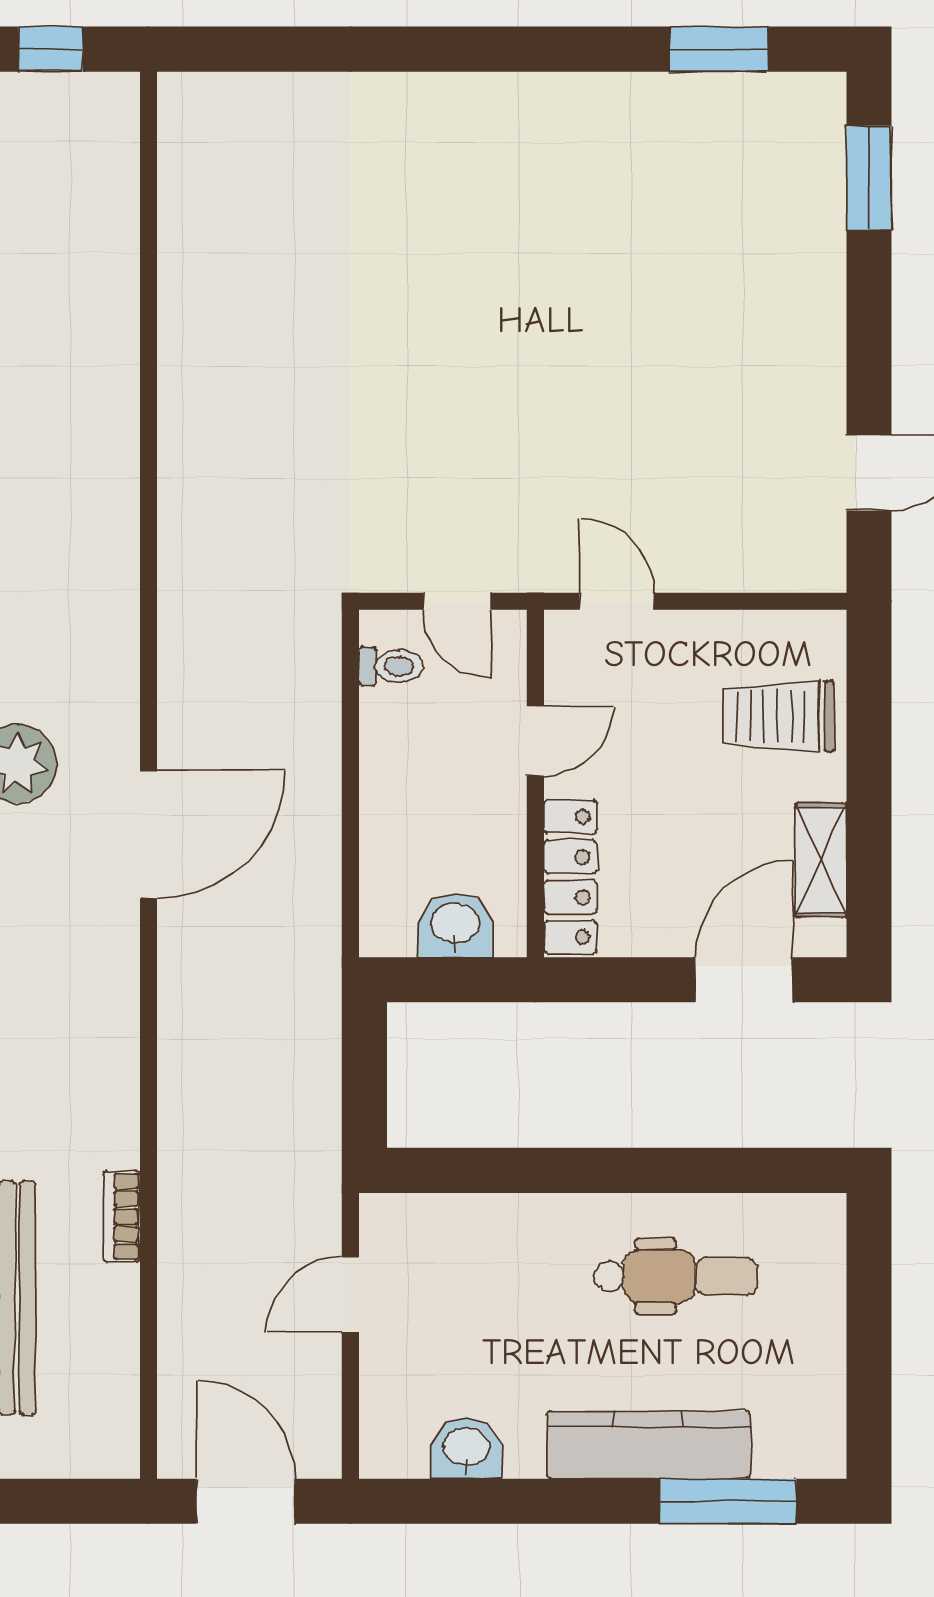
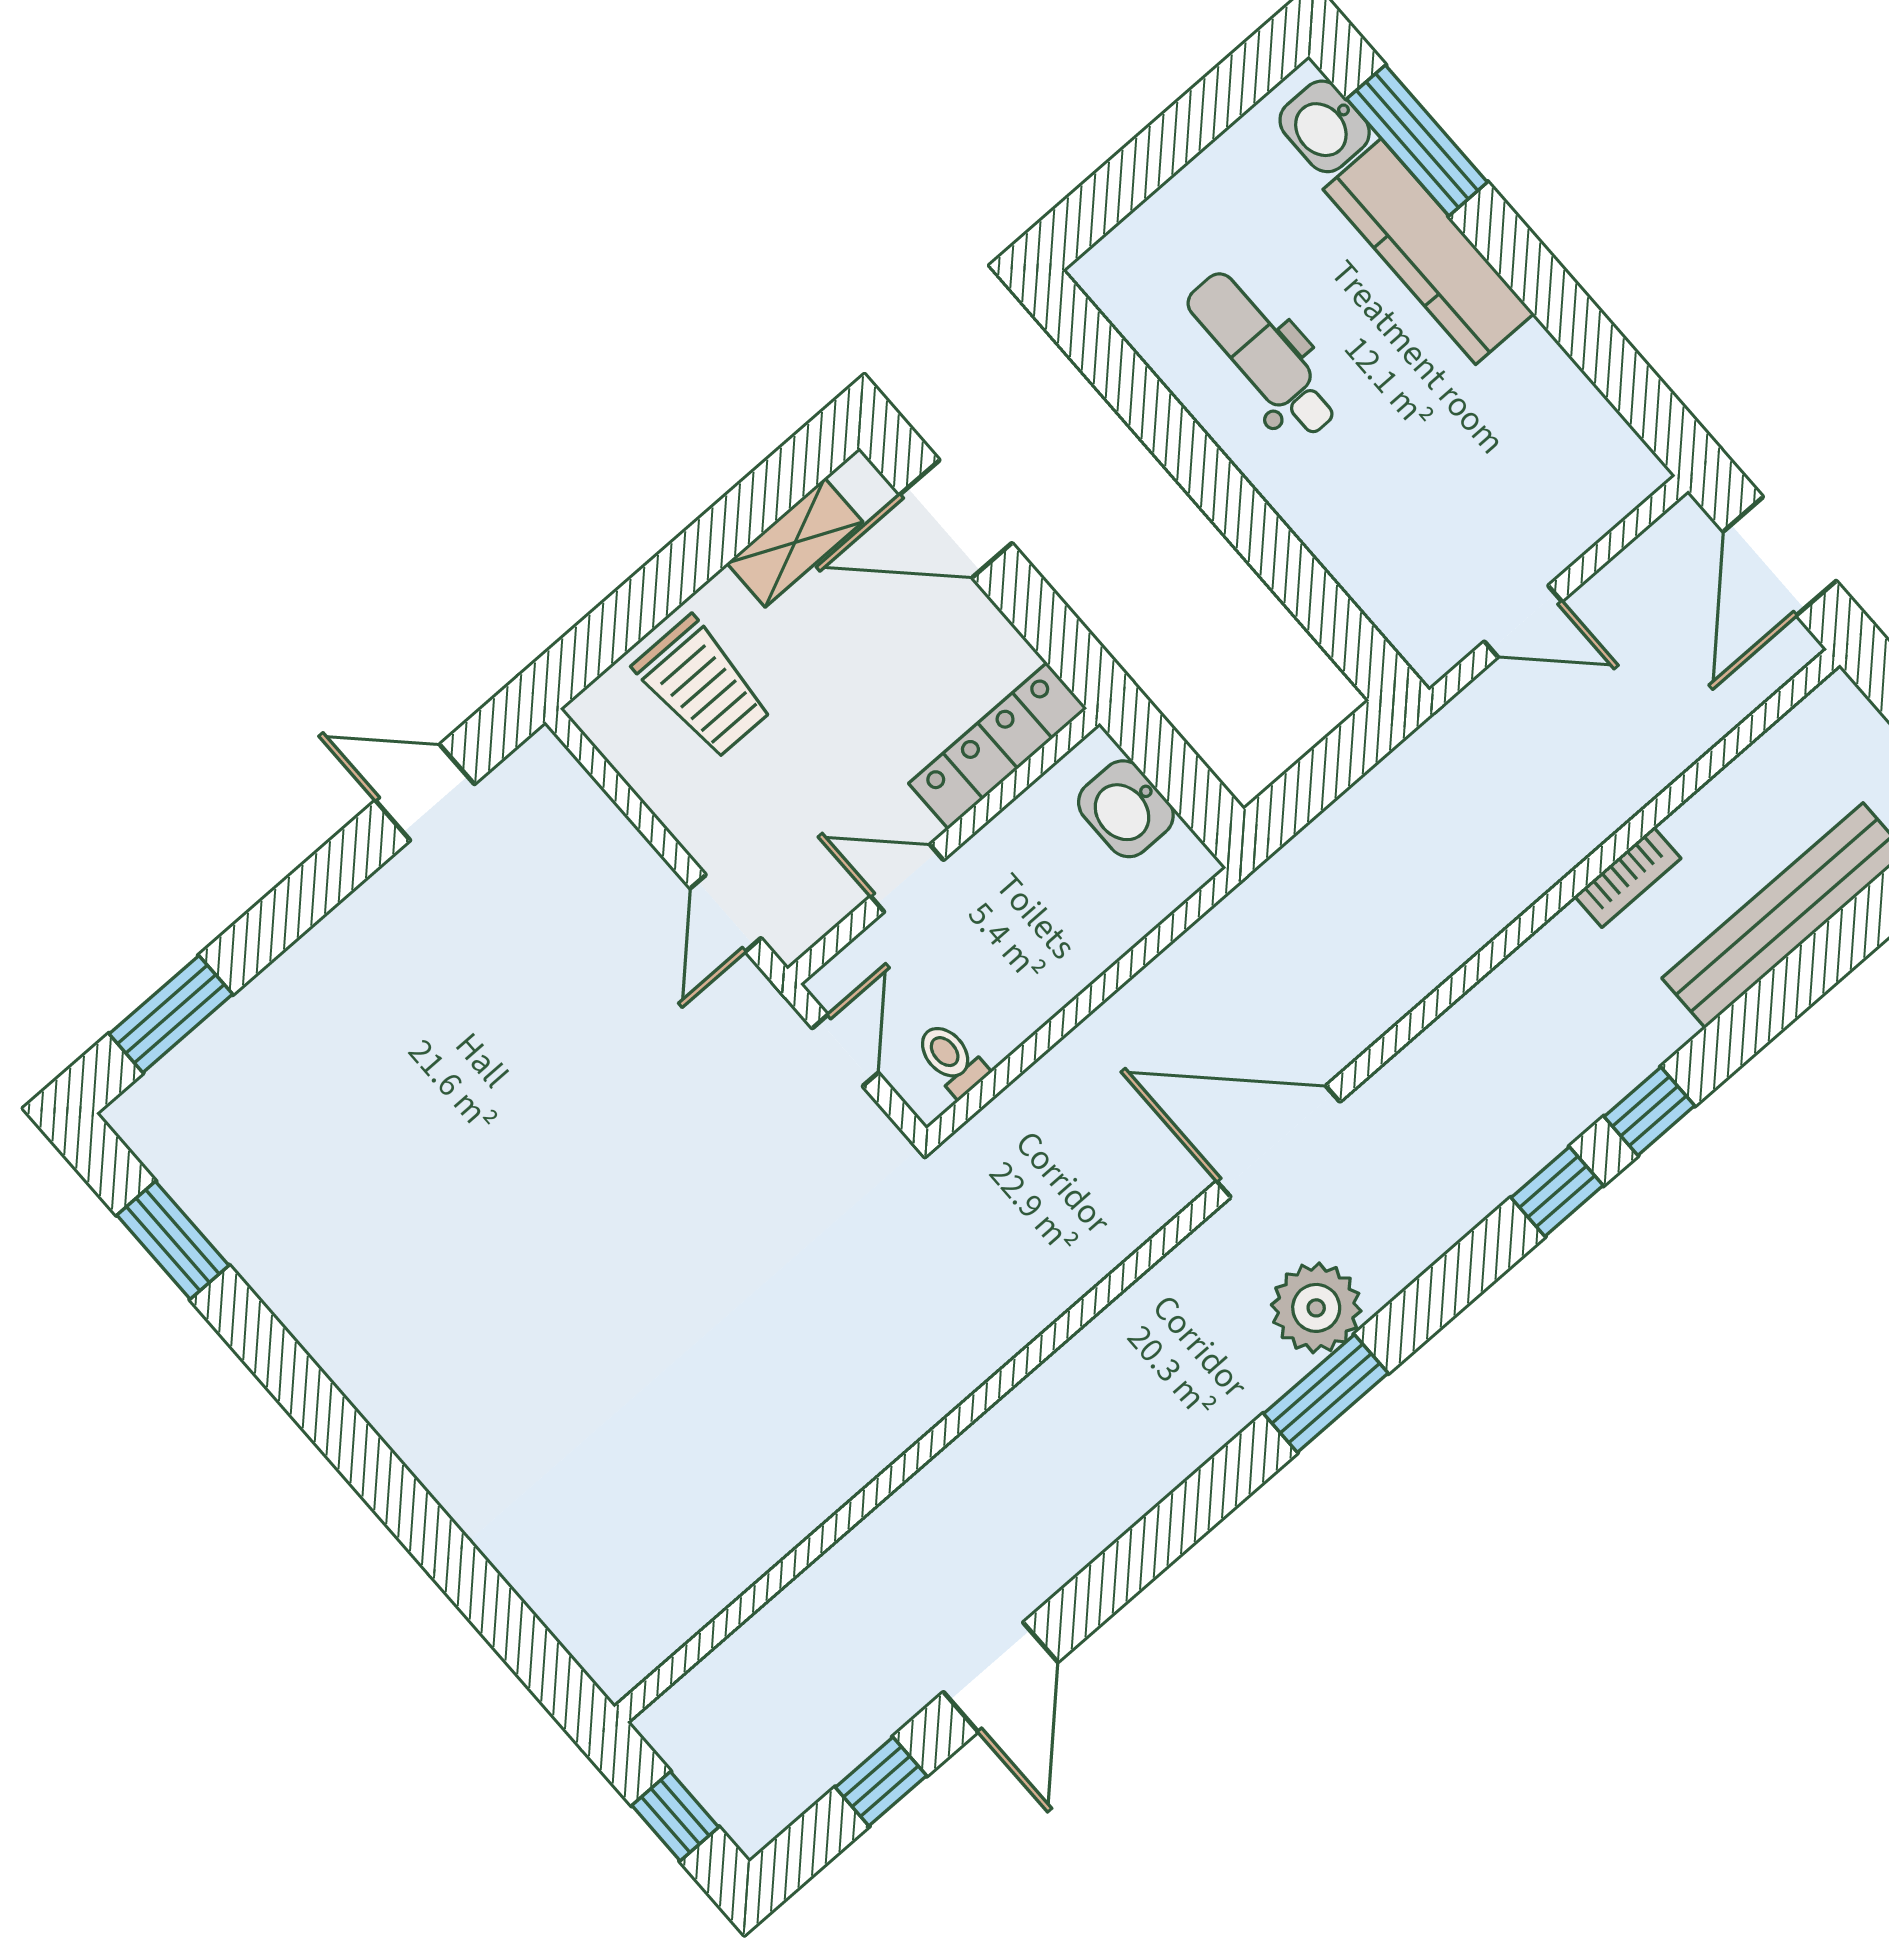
washbasin: (466, 1448) -> (1325, 126), moved

